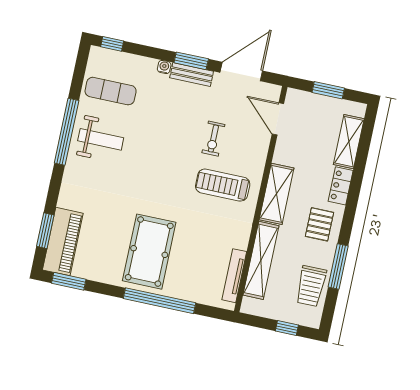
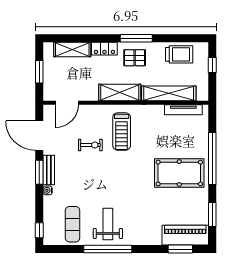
window: (338, 267) -> (136, 38), moved
window: (69, 281) -> (212, 214), moved

